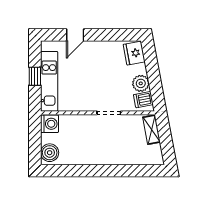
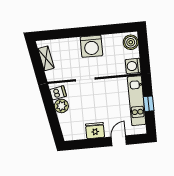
fridge: (134, 53) -> (95, 131), moved, turned -79
shelving: (152, 130) -> (46, 58), moved
washing machine: (98, 152) -> (91, 46), added

